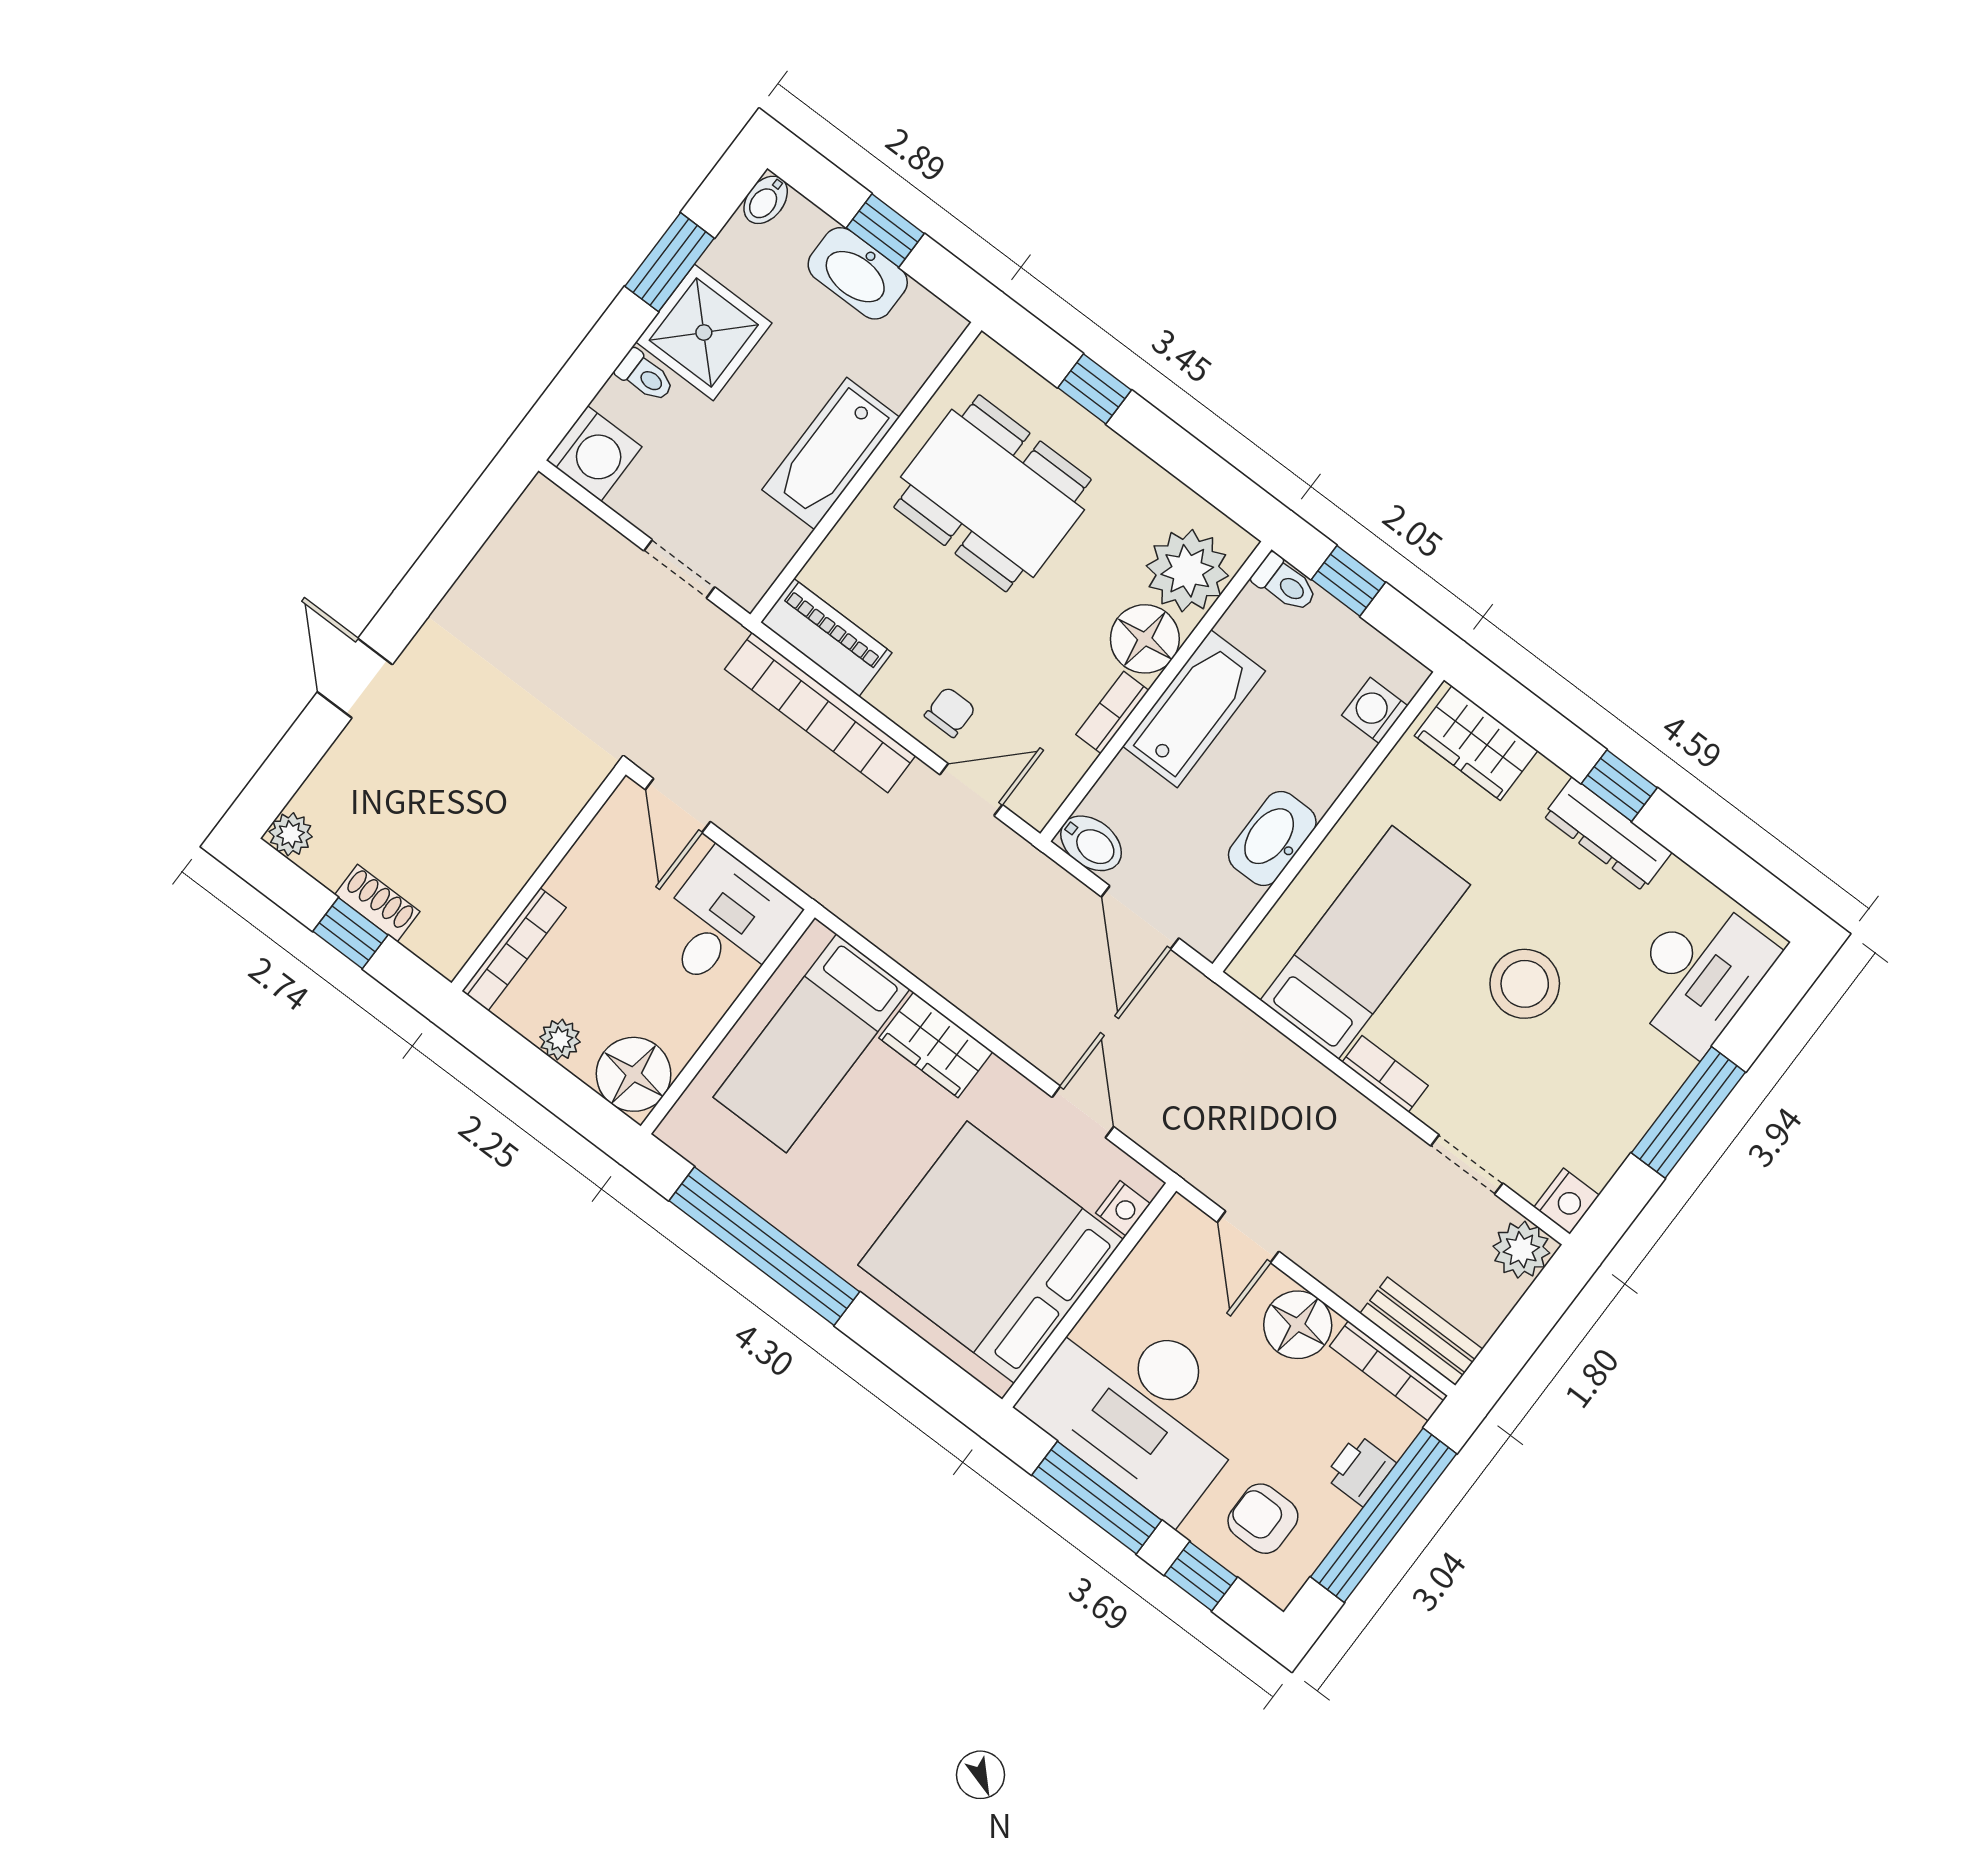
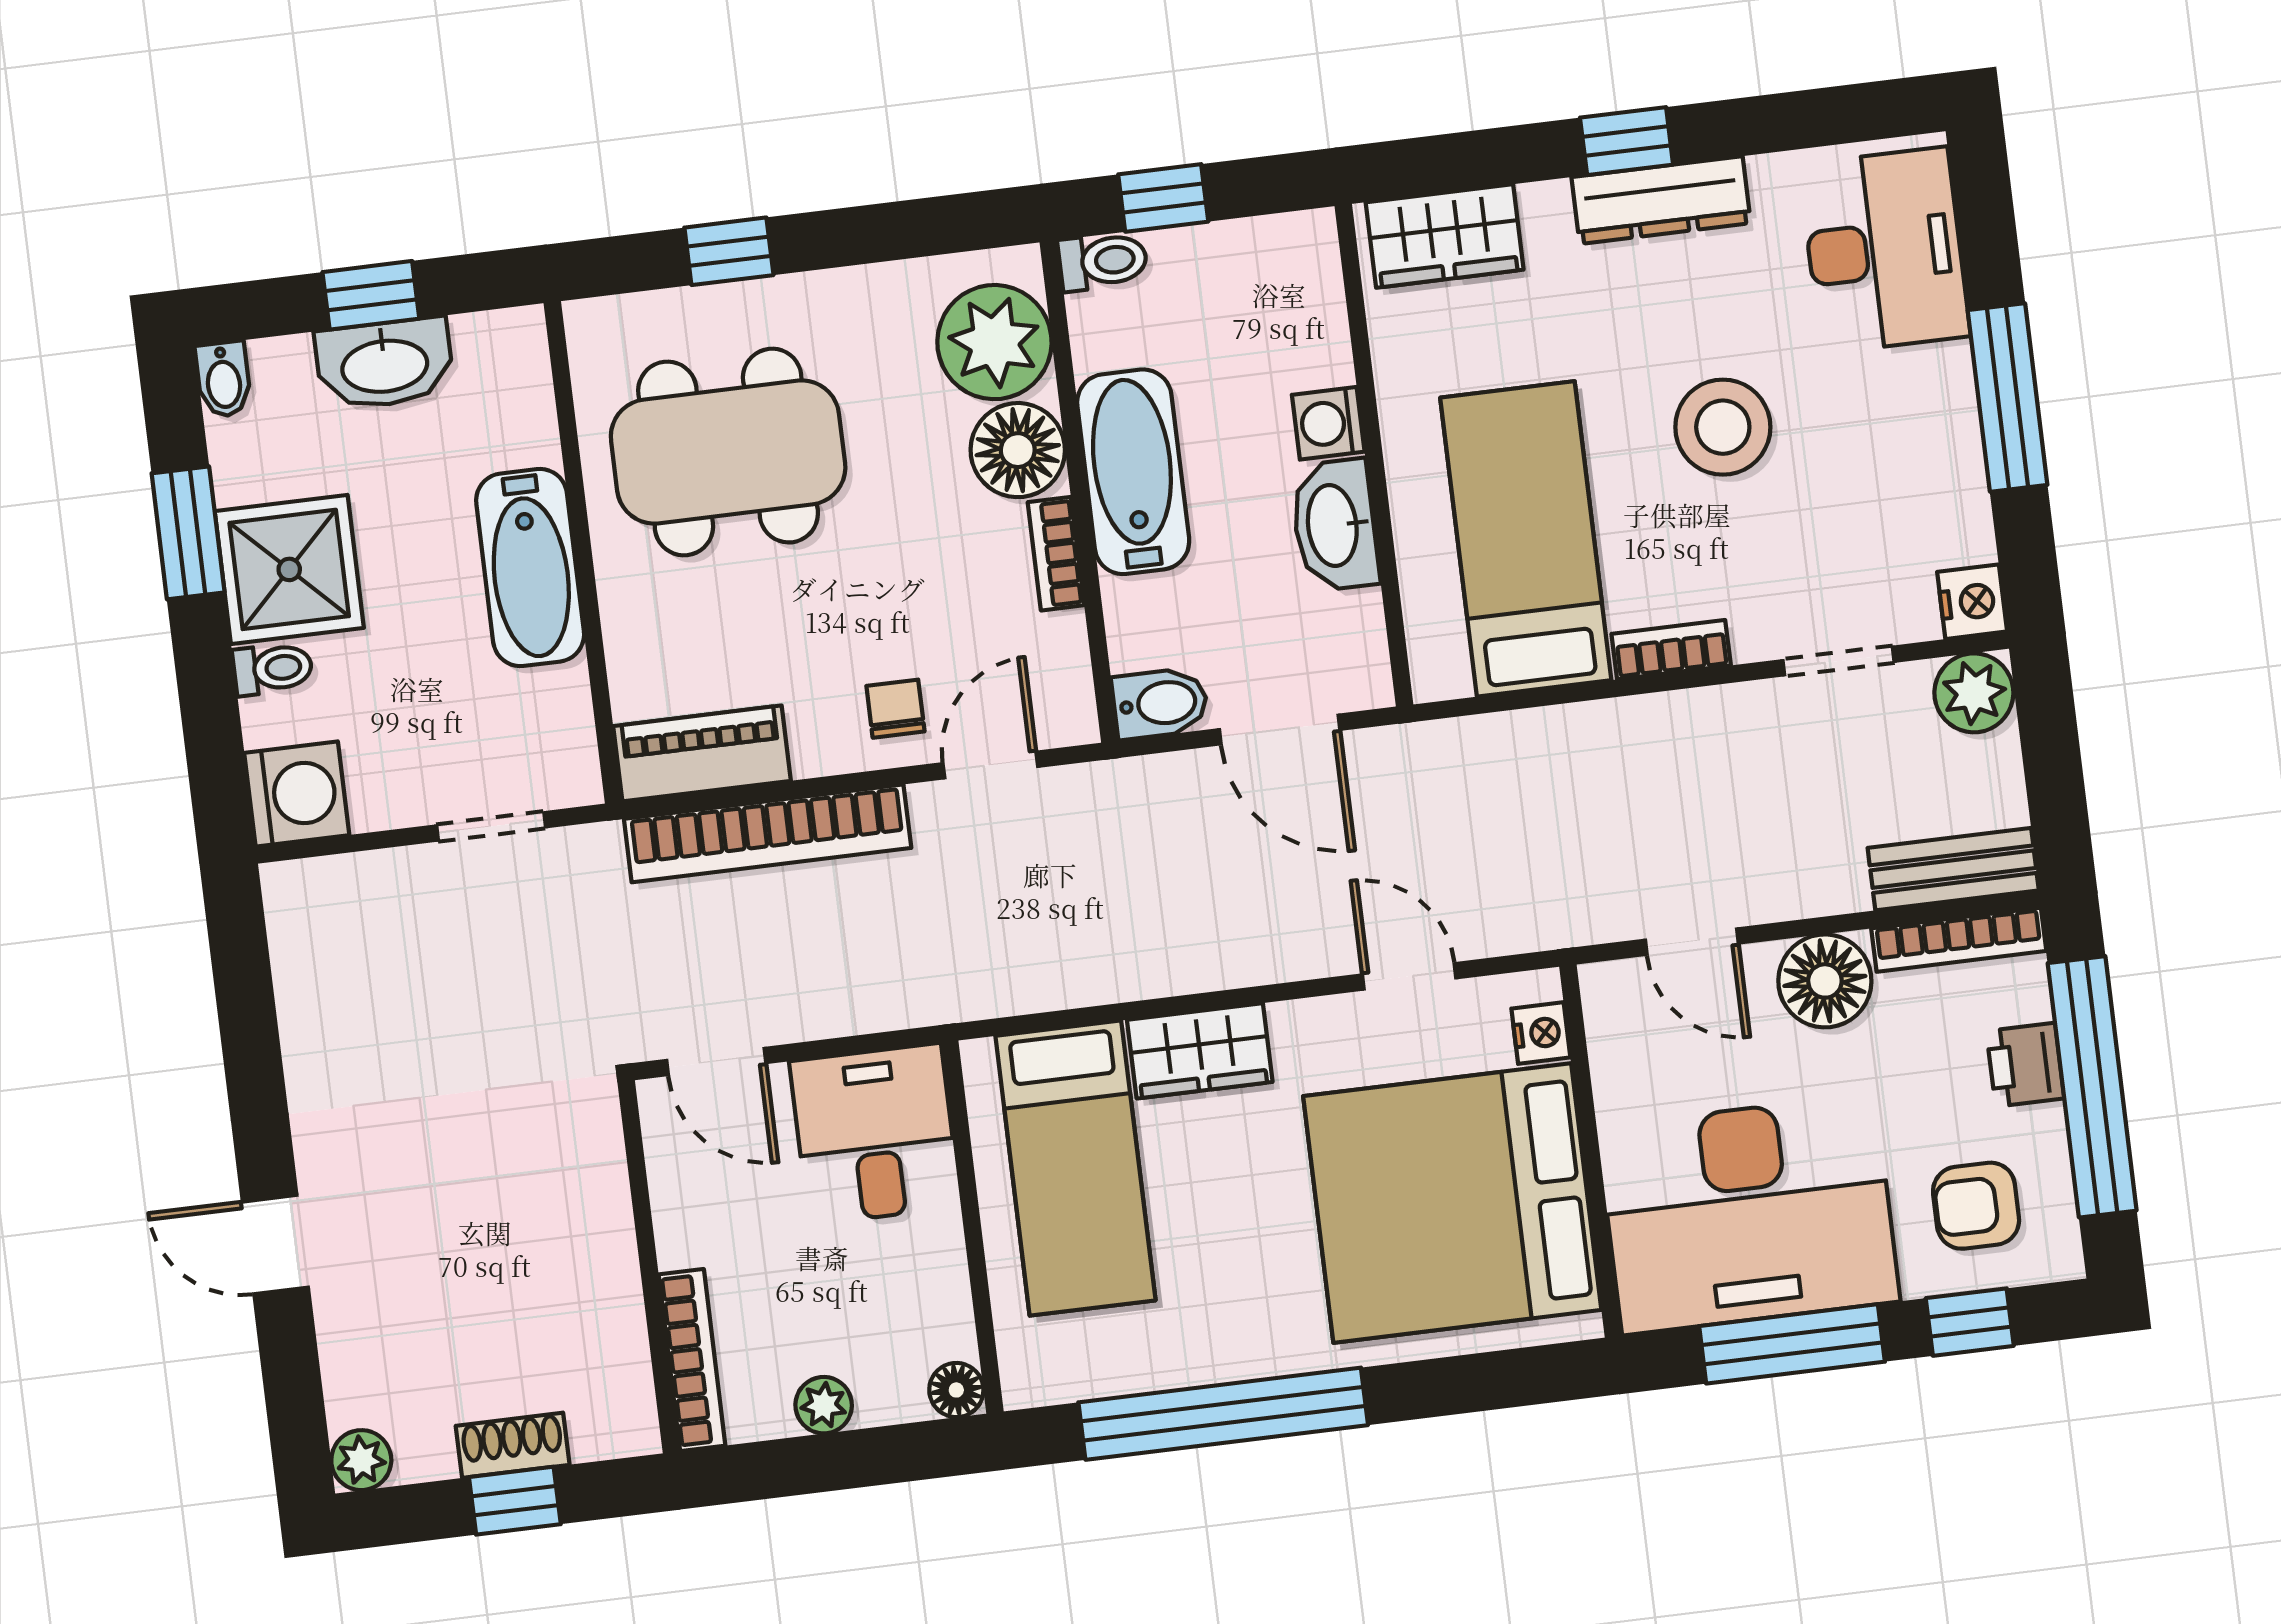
washing machine: (1375, 710) -> (1328, 423), moved
floor lamp: (634, 1074) -> (956, 1390), width x0.53, depth x0.53

